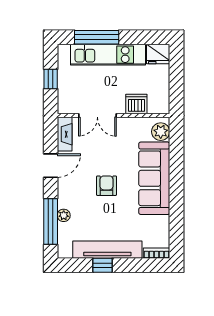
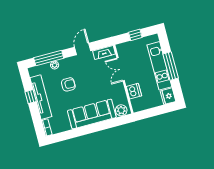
window: (97, 37) -> (171, 66), moved
door: (51, 166) -> (83, 49), swing flipped
armchair: (107, 186) -> (68, 84), moved

